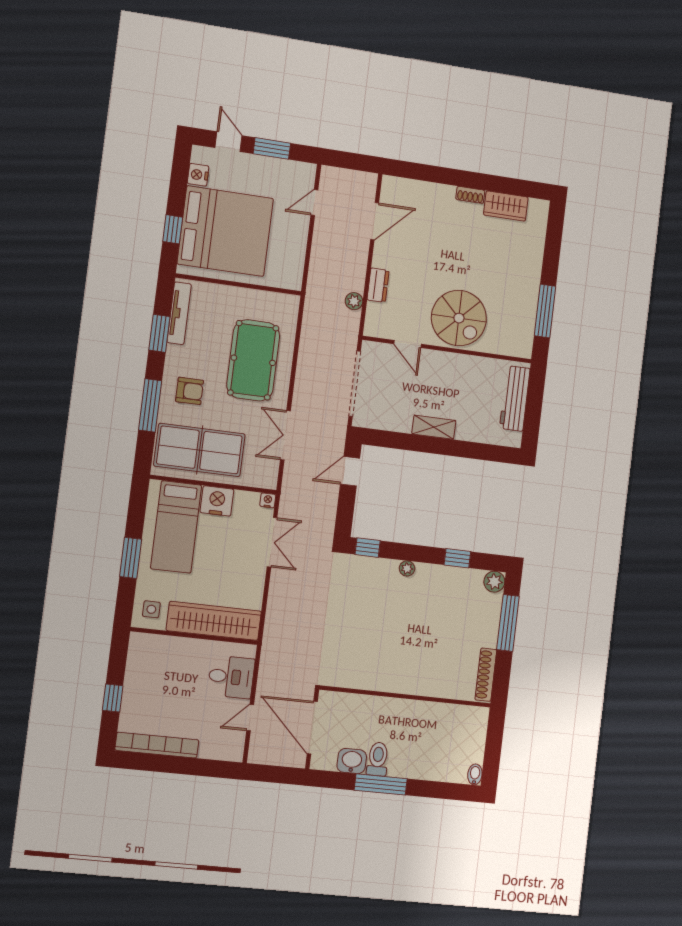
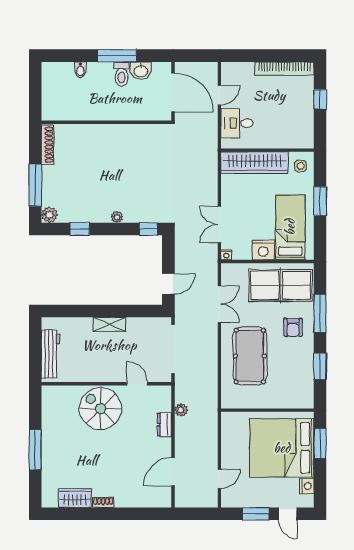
window: (173, 229) -> (320, 443), width x1.50
window: (545, 311) -> (35, 450), moved
tv unit: (179, 313) -> (308, 383), removed
armchair: (190, 391) -> (293, 327), turned -90
bidet: (475, 774) -> (80, 70), moved

